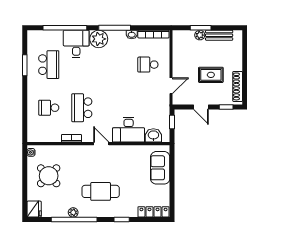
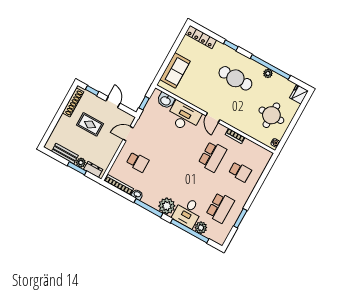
dresser: (185, 35) -> (93, 169), added
plant: (56, 36) -> (201, 228), added
school desk: (49, 65) -> (220, 208), turned 180
round table: (49, 176) -> (271, 115), turned 45

